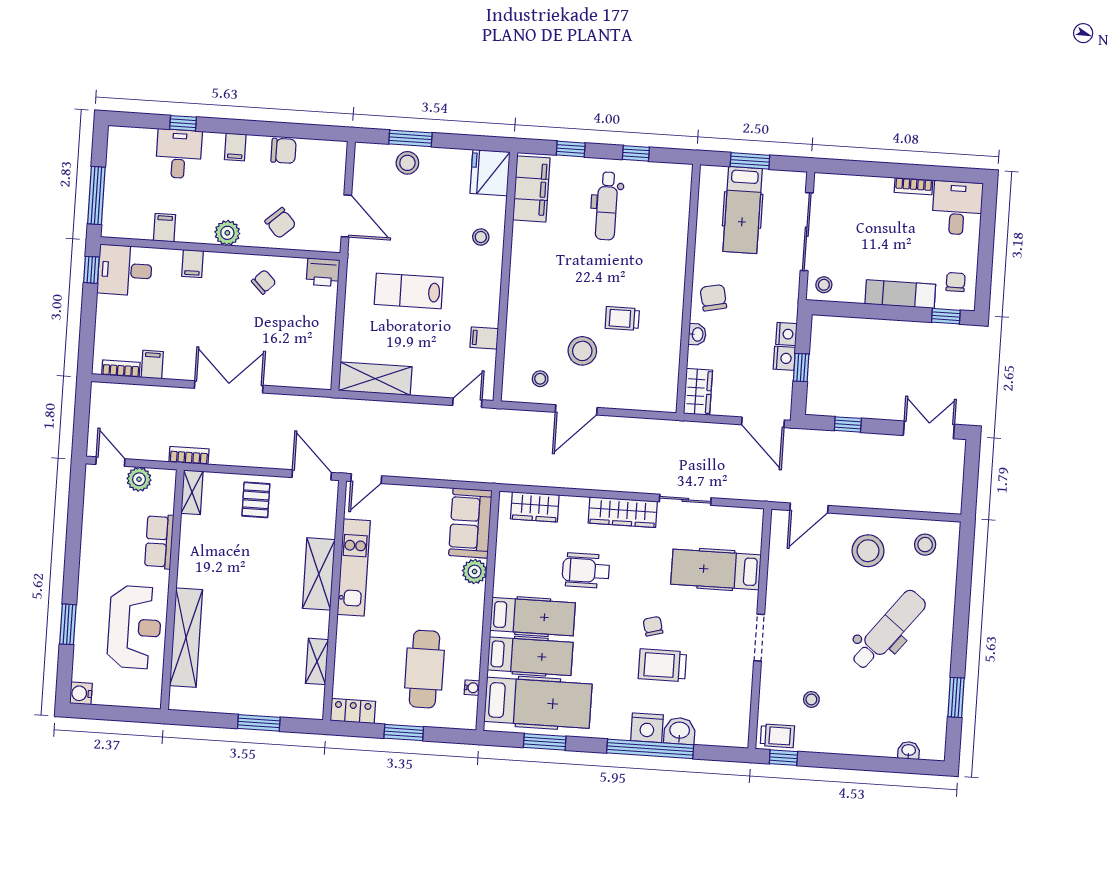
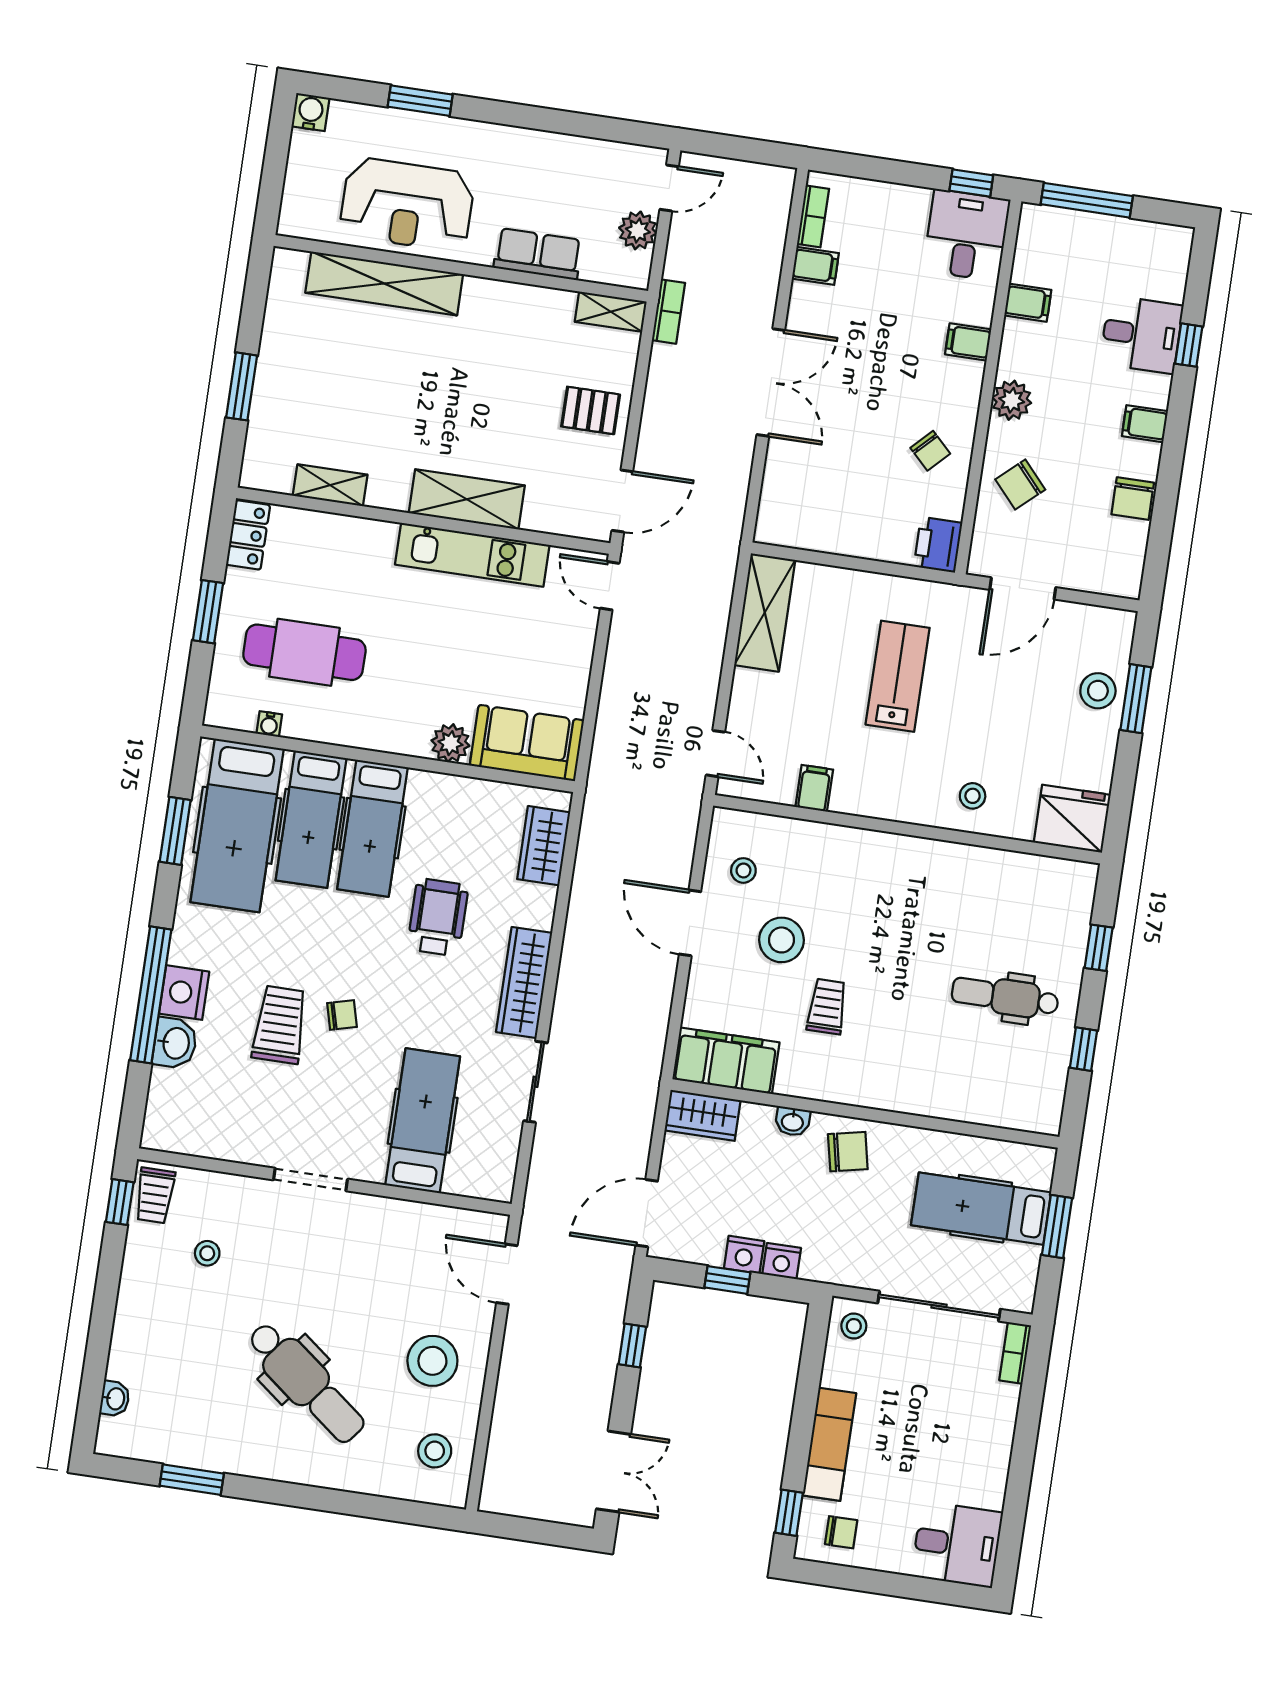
bookcase: (914, 186) -> (1015, 1353), moved
filing cabinet: (531, 189) -> (726, 1061), moved, turned 180

